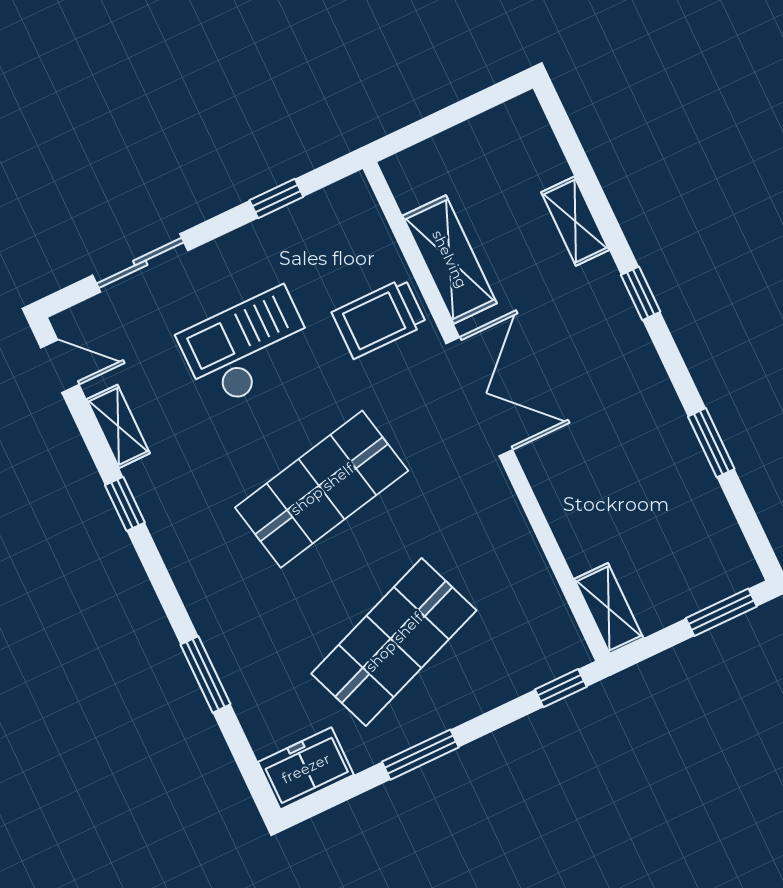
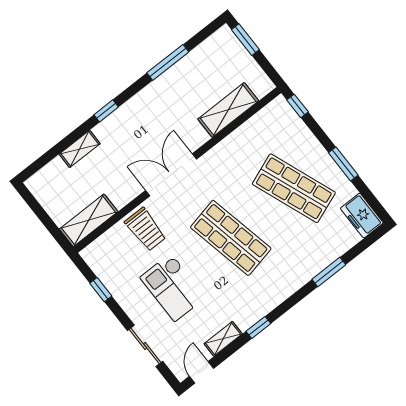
shelving: (450, 259) -> (89, 220), moved
window: (711, 443) -> (168, 62), width x1.44
shelving: (609, 608) -> (228, 110), moved, width x1.50, depth x1.33

